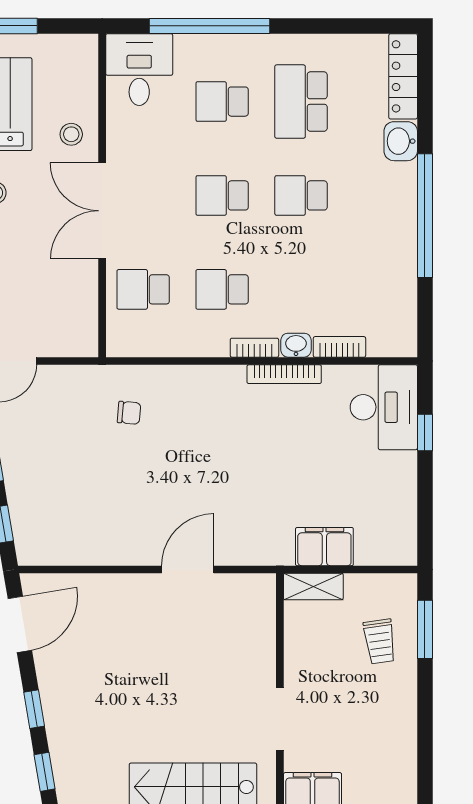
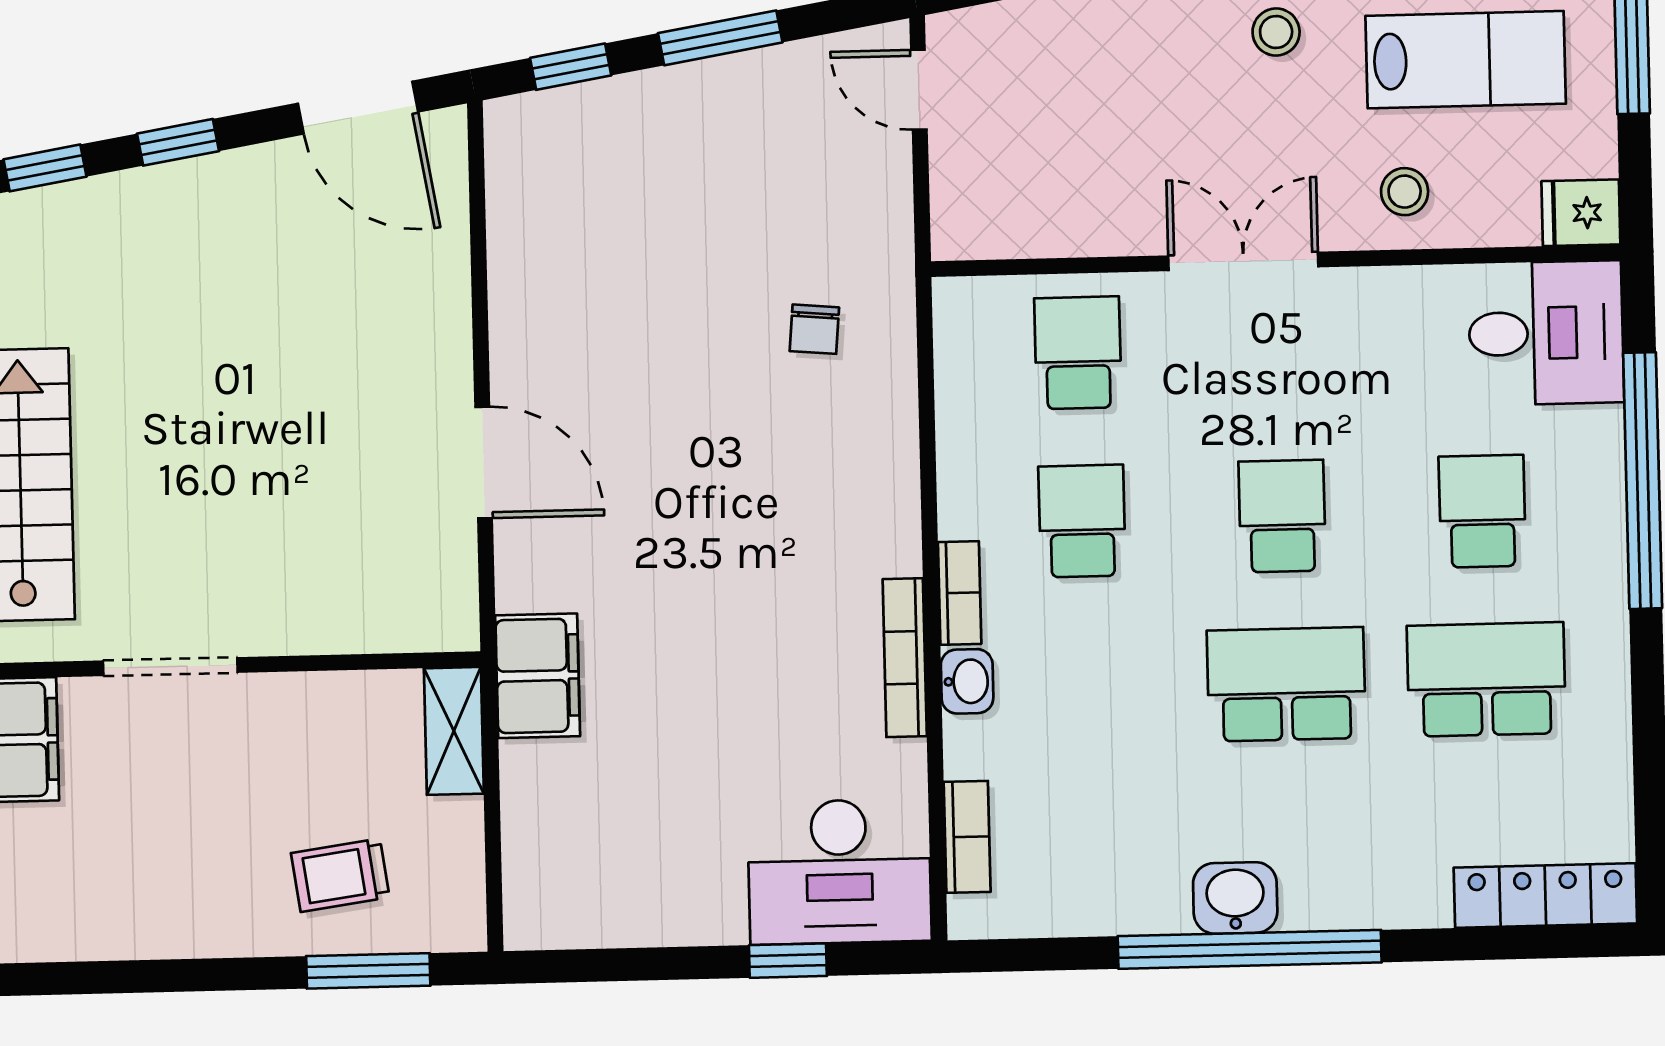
fridge: (83, 52) -> (1581, 213), added
washbasin: (401, 141) -> (1235, 898), moved
school desk: (301, 195) -> (1286, 684), width x1.85
double door: (102, 211) -> (1243, 261), width x0.73
bookcase: (339, 347) -> (967, 837), moved
filing cabinet: (324, 547) -> (538, 676), moved

